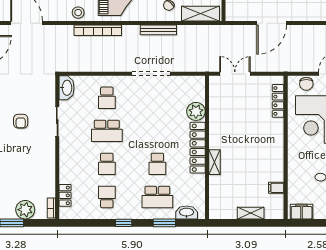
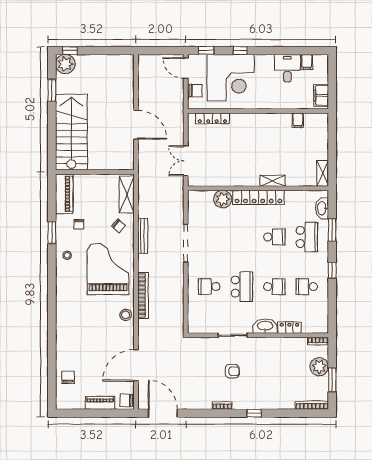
washbasin: (67, 88) -> (265, 326), moved
school desk: (107, 98) -> (209, 287), turned 180
locker: (65, 195) -> (289, 328), moved
shelving: (251, 213) -> (323, 173), moved

